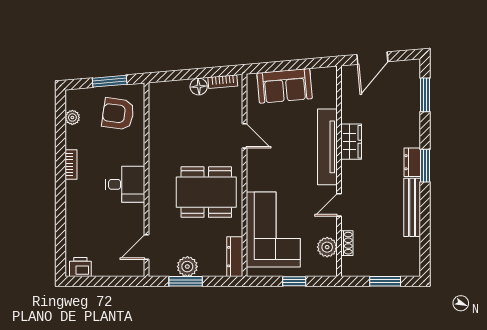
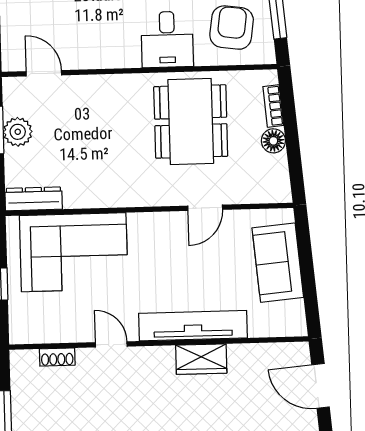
bookcase: (223, 82) -> (273, 106), moved
desk: (125, 184) -> (167, 39), moved
dining table: (206, 192) -> (191, 121), moved
plant: (327, 247) -> (51, 329), removed

